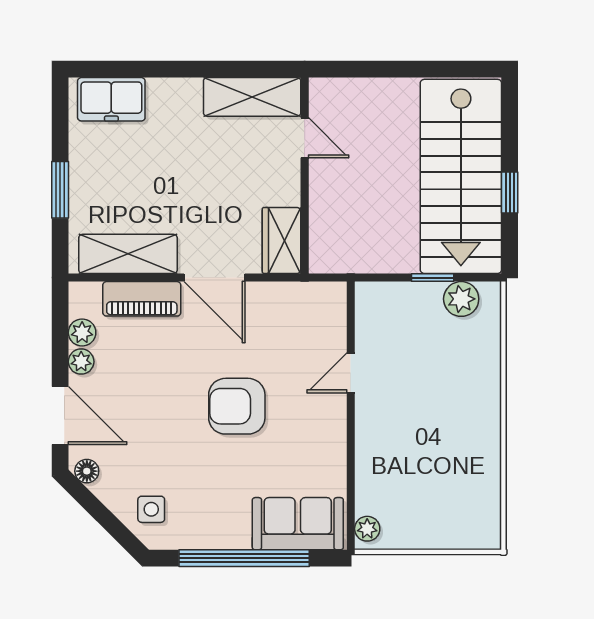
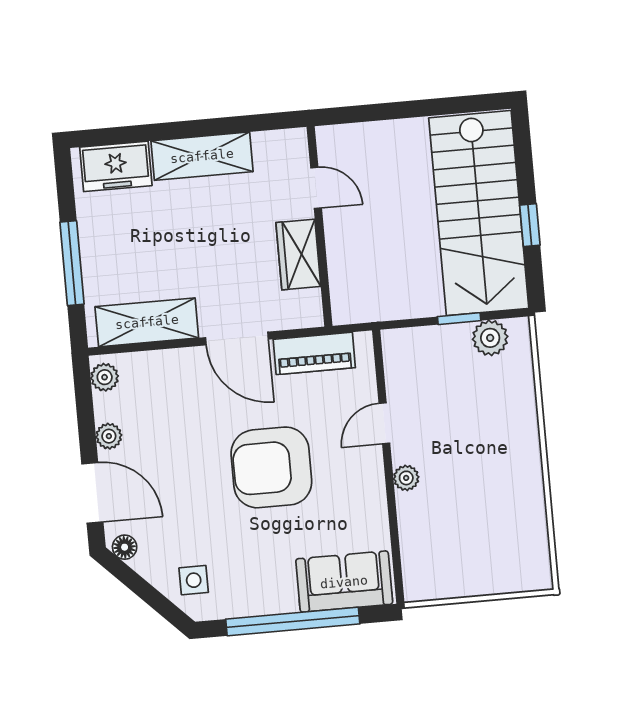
shelving: (252, 97) -> (202, 156), moved
window: (60, 190) -> (72, 263), width x1.44
wardrobe: (282, 240) -> (298, 254), moved
piano: (142, 299) -> (314, 353), moved
plant: (82, 333) -> (105, 377), moved
armchair: (237, 406) -> (271, 467), width x1.36, depth x1.36
plant: (367, 529) -> (406, 478), moved

